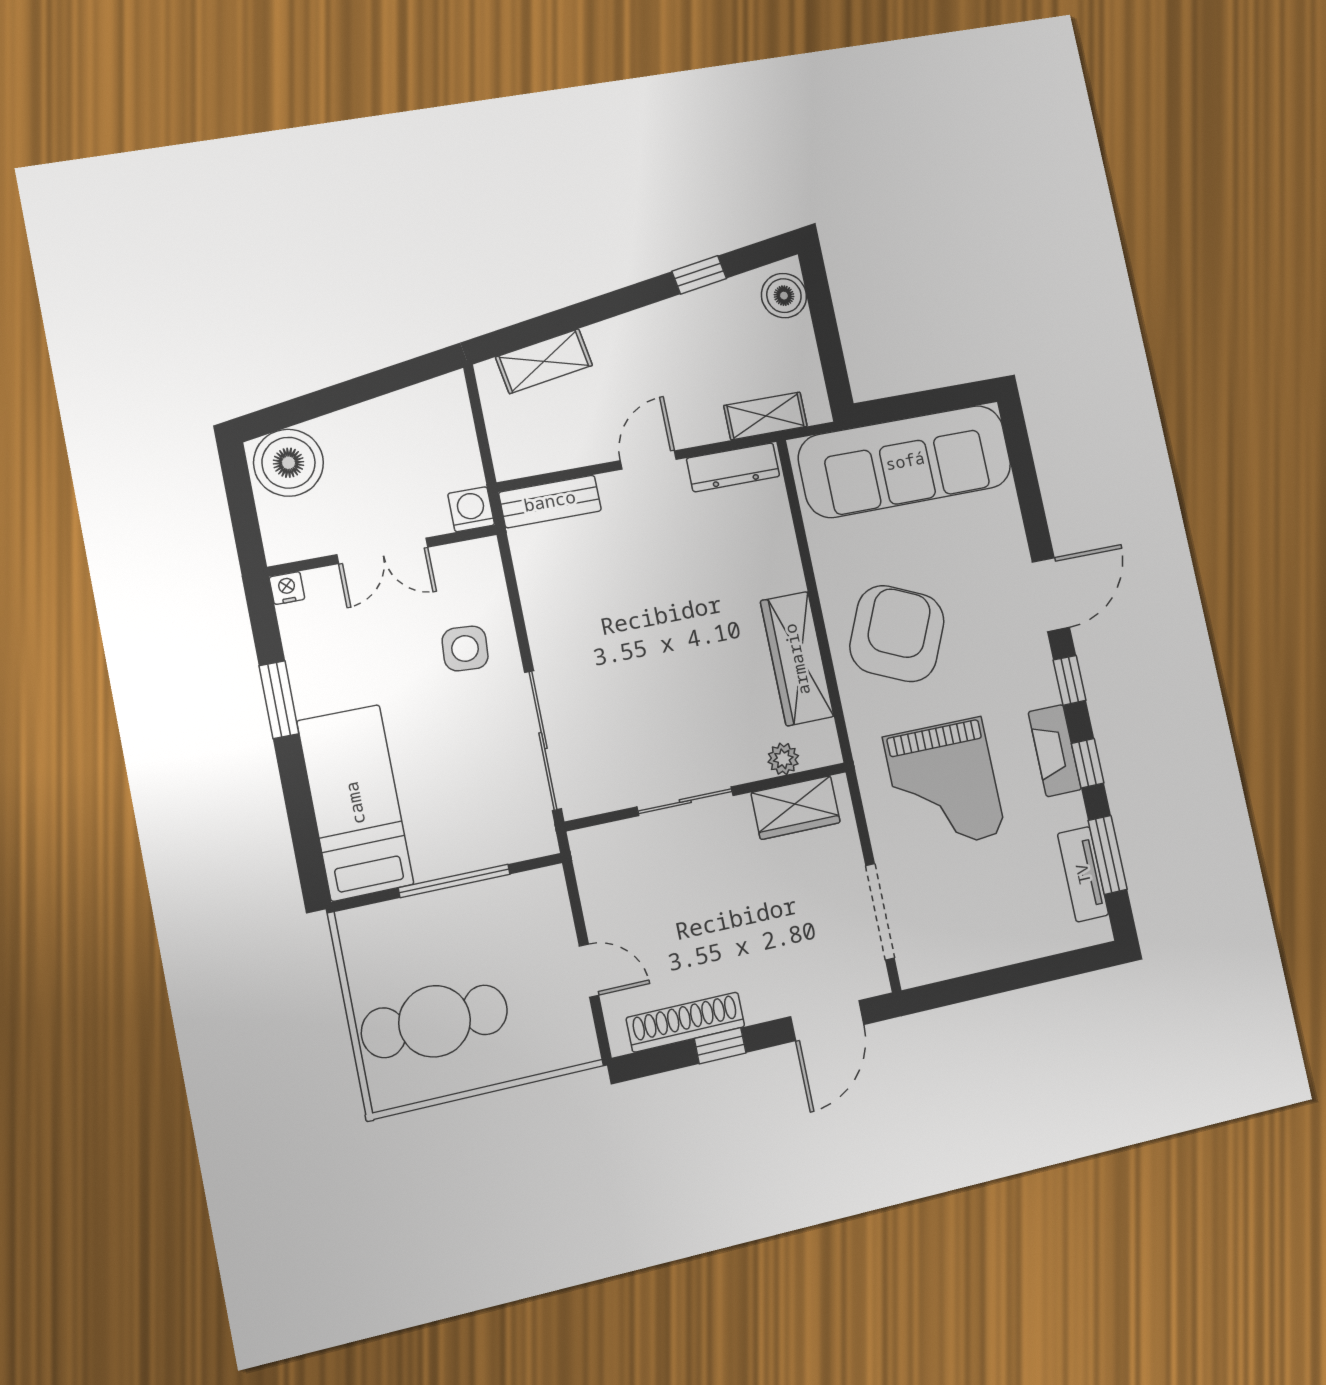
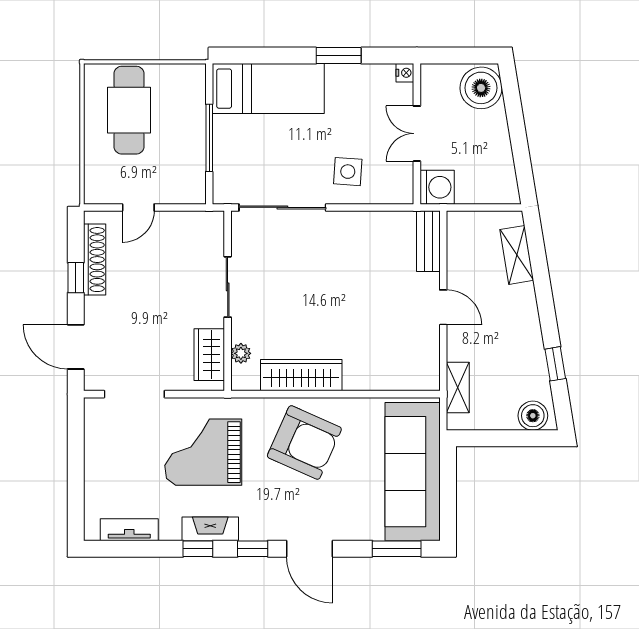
dresser: (733, 467) -> (429, 360), removed
washing machine: (471, 509) -> (437, 187), width x1.38, depth x1.38
window: (1108, 855) -> (397, 549), moved

